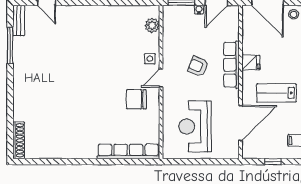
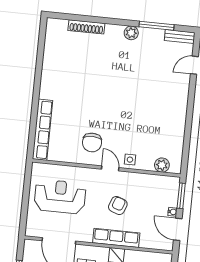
plant: (20, 71) -> (131, 33), added
chair: (136, 99) -> (92, 143), turned 180
shoe rack: (19, 140) -> (86, 27), moved

